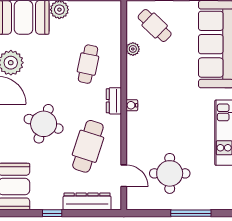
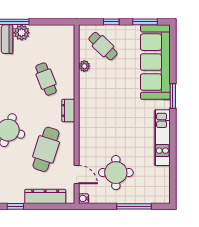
cafe table: (88, 64) -> (46, 79), turned -33
water cooler: (132, 105) -> (83, 198), moved

